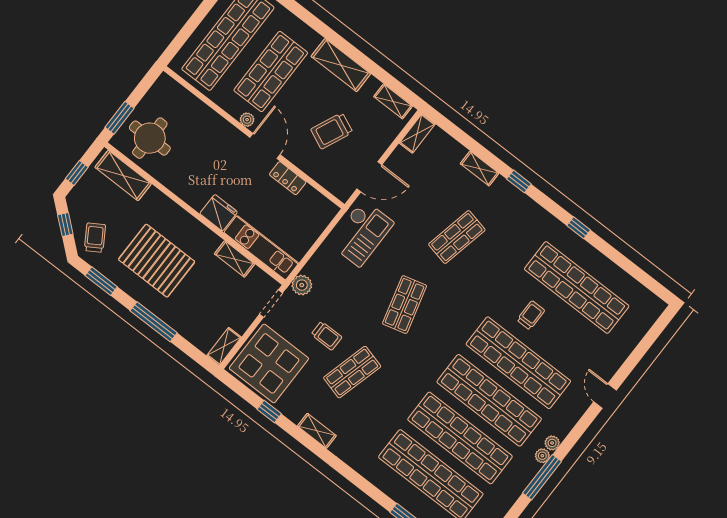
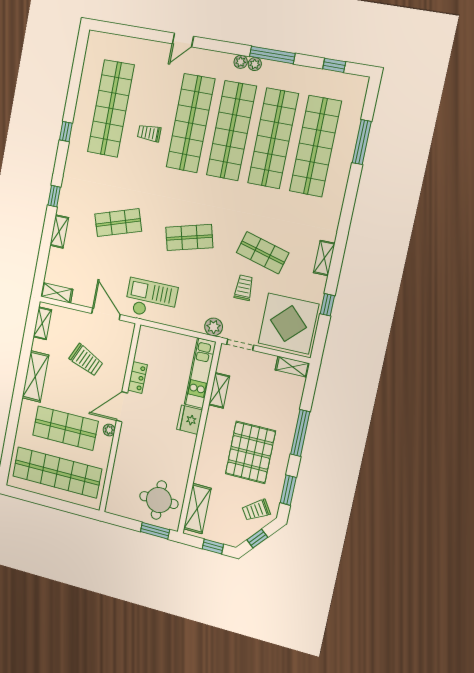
shop shelf: (457, 237) -> (118, 223), turned -30

